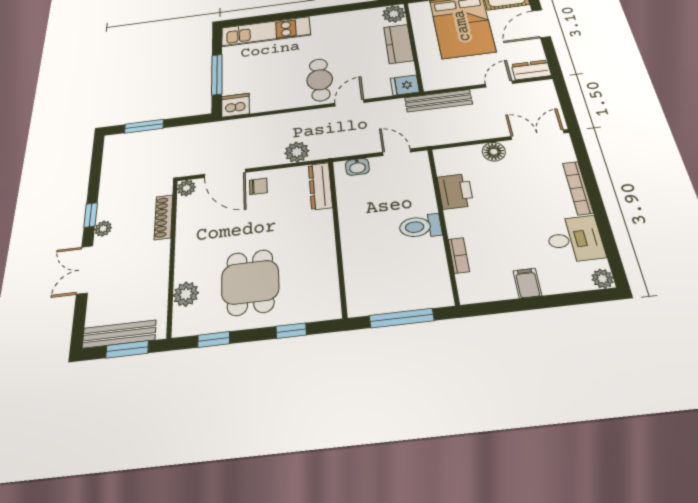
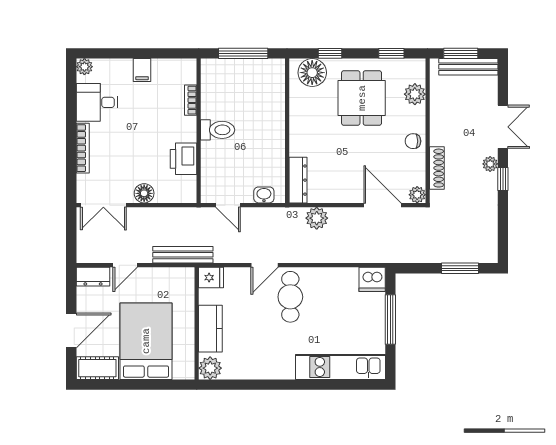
chair: (258, 186) -> (413, 141), moved
floor lamp: (312, 305) -> (312, 73), added

